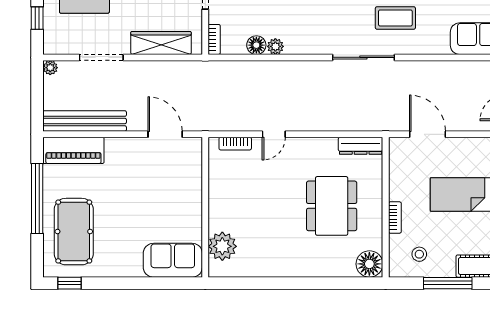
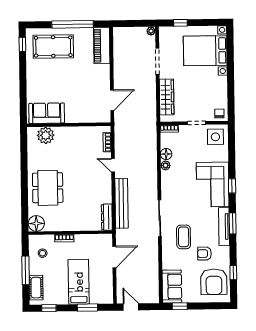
bench: (85, 121) -> (121, 203), moved
dining table: (332, 206) -> (48, 188), moved, turned 90
sofa: (173, 260) -> (47, 113), moved, turned -90

